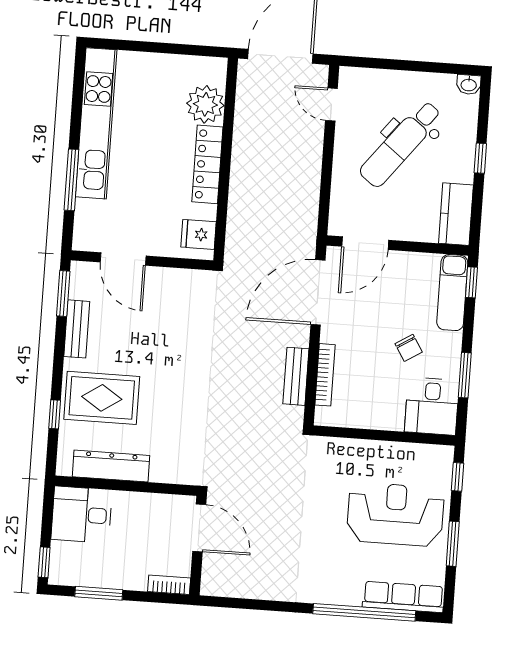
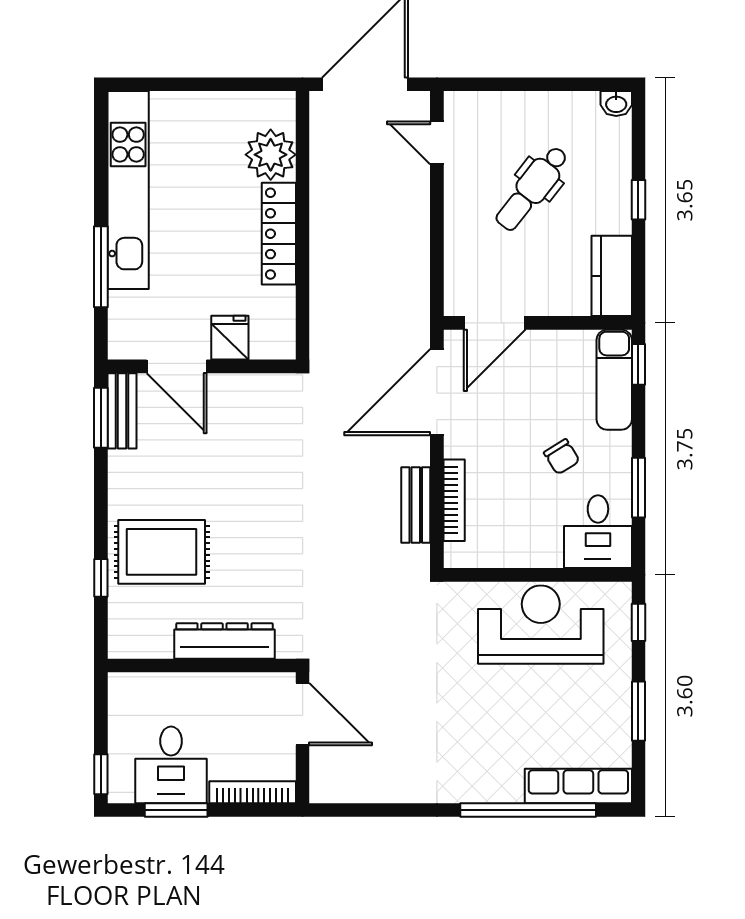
dental chair: (401, 144) -> (532, 188), width x0.73, depth x0.72
fridge: (198, 234) -> (230, 338), moved, turned 90
bench: (77, 329) -> (122, 411), moved
dresser: (111, 466) -> (225, 641), moved
reception desk: (395, 514) -> (541, 625), moved
desk: (82, 515) -> (171, 765), moved, turned -90
bookcase: (169, 585) -> (253, 792), width x1.56

